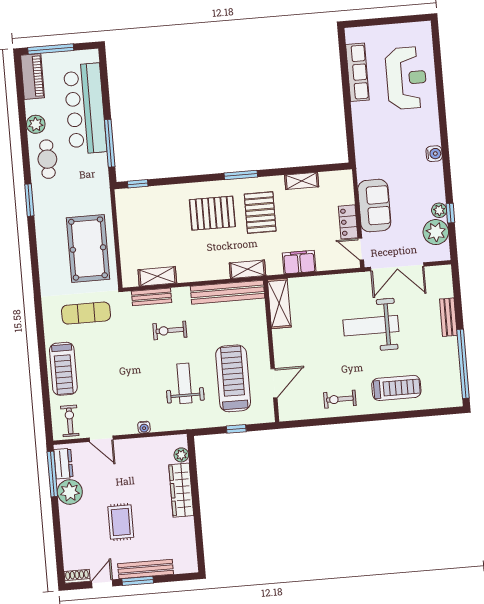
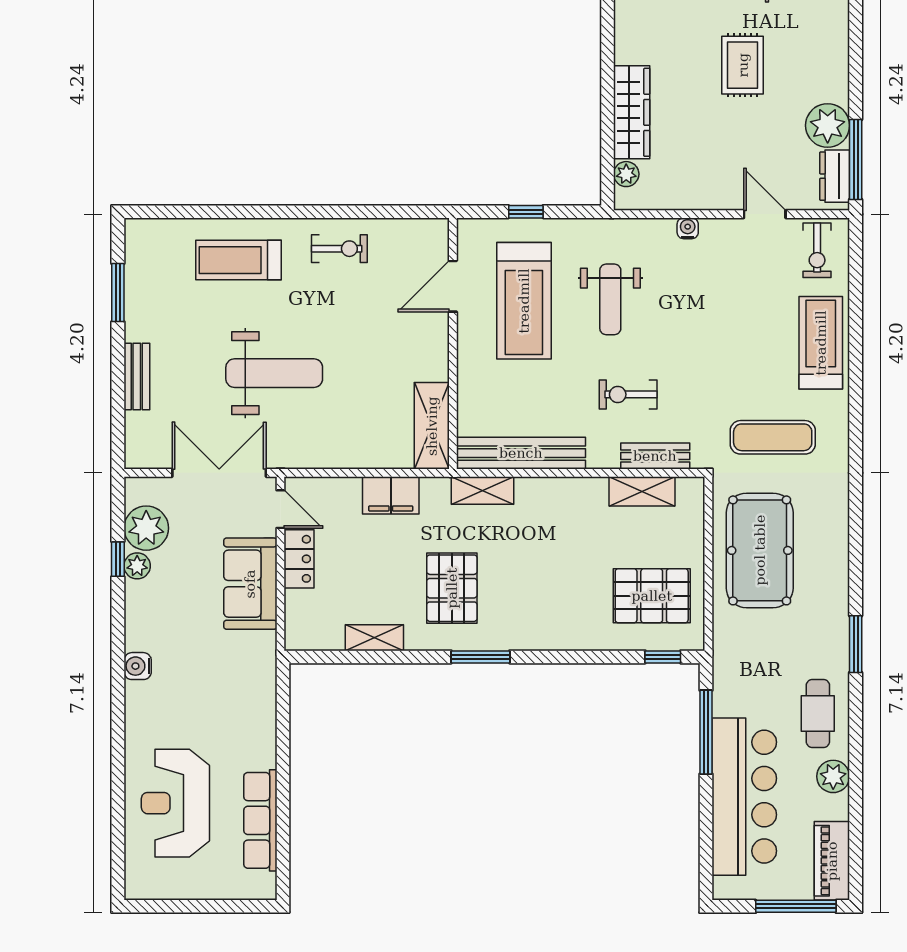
pallet: (212, 213) -> (652, 596), moved
exercise bike: (170, 330) -> (628, 394), turned 180
window: (463, 364) -> (118, 293), width x0.47

